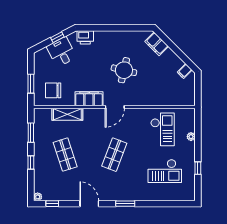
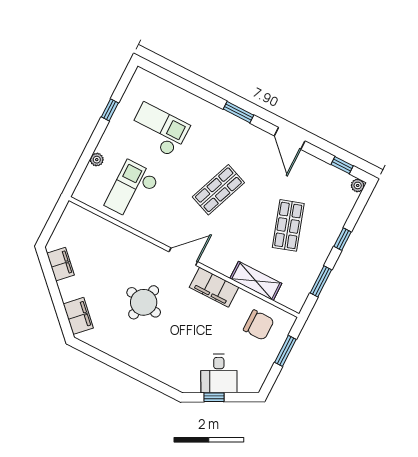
printer: (85, 37) -> (175, 377), removed
filing cabinet: (185, 71) -> (60, 264), width x2.00

